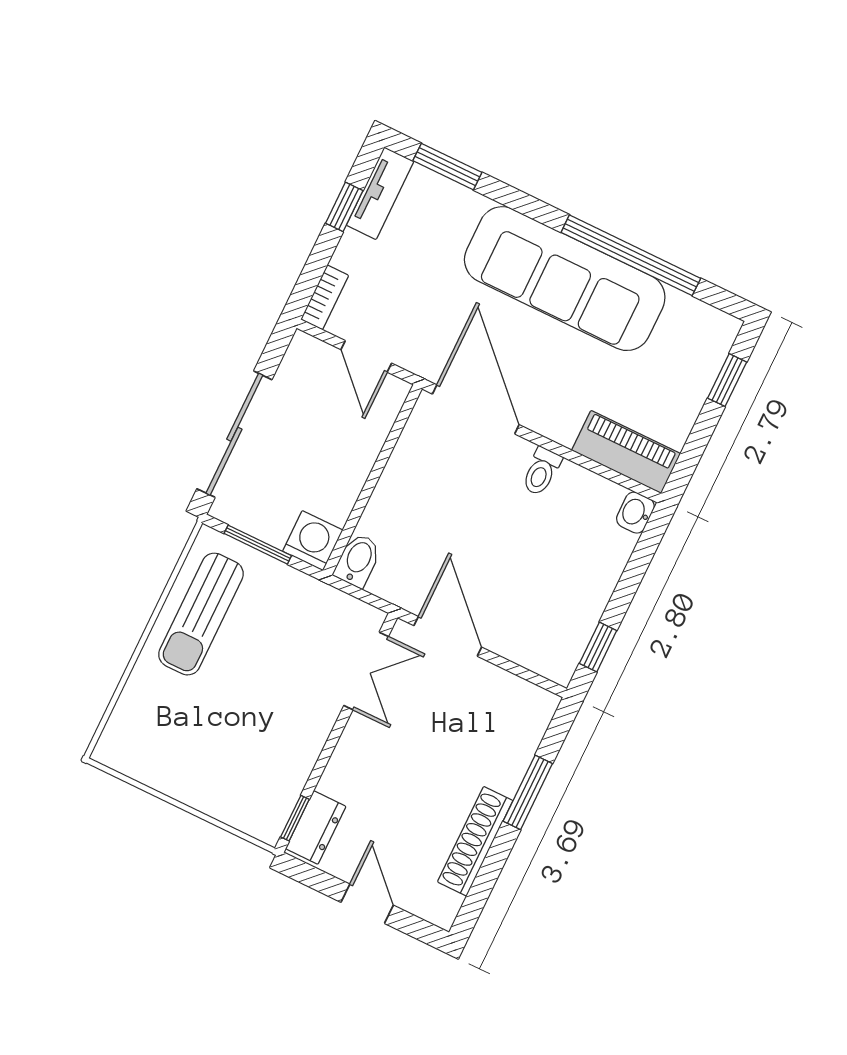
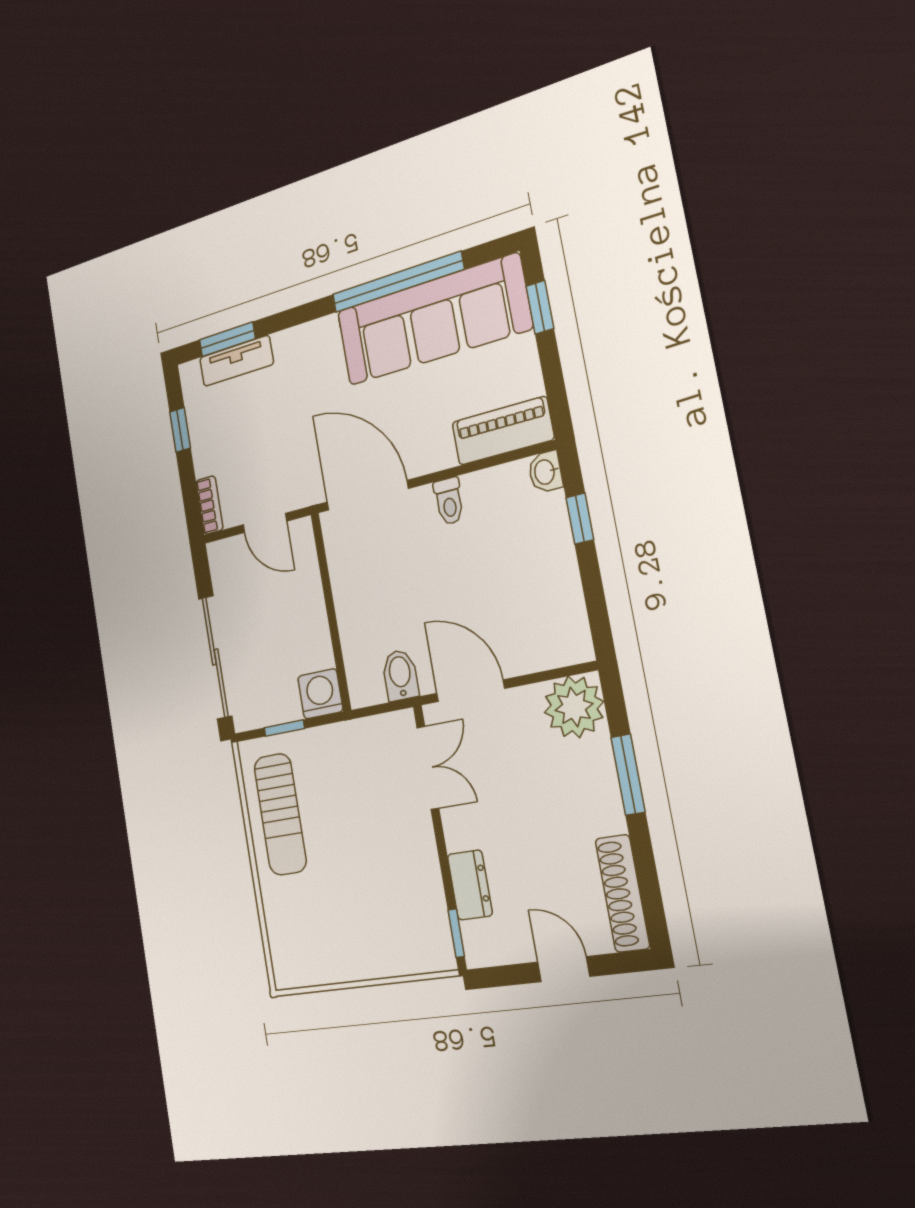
tv unit: (380, 193) -> (236, 361), moved, turned 90
sofa: (565, 279) -> (433, 320), moved
window: (258, 545) -> (284, 728), width x0.67
bidet: (358, 560) -> (400, 675), moved
window: (598, 647) -> (580, 519), moved
plant: (523, 711) -> (574, 707), added
dresser: (316, 827) -> (470, 885), moved
shoe rack: (475, 841) -> (622, 893), moved

